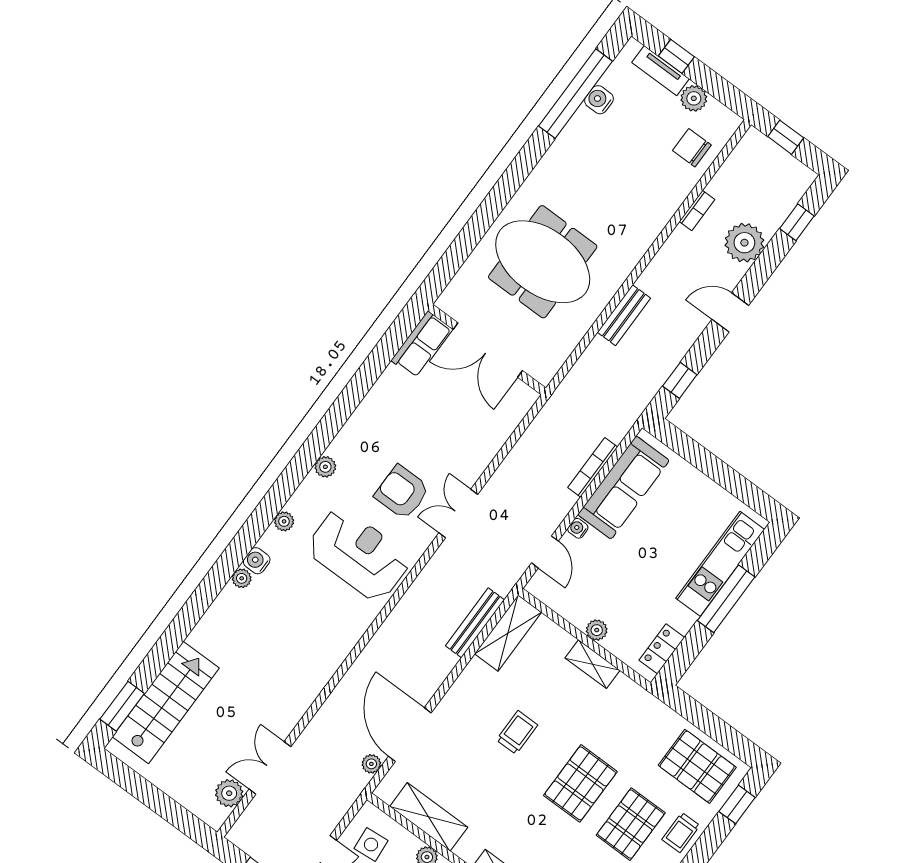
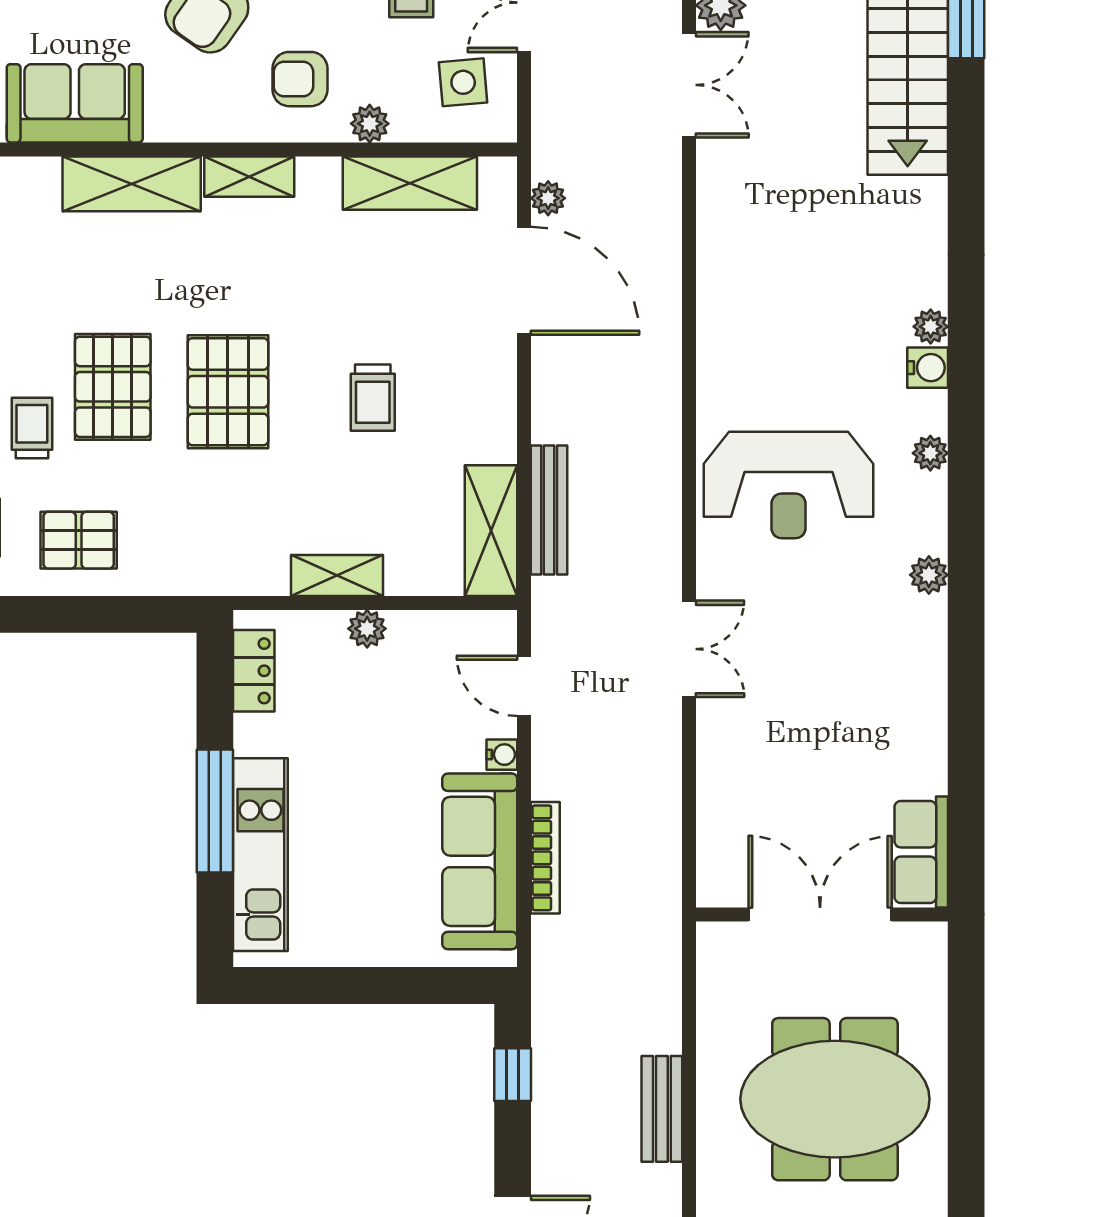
armchair: (402, 492) -> (792, 620), removed
pallet: (697, 766) -> (79, 540), width x0.67, depth x0.71

